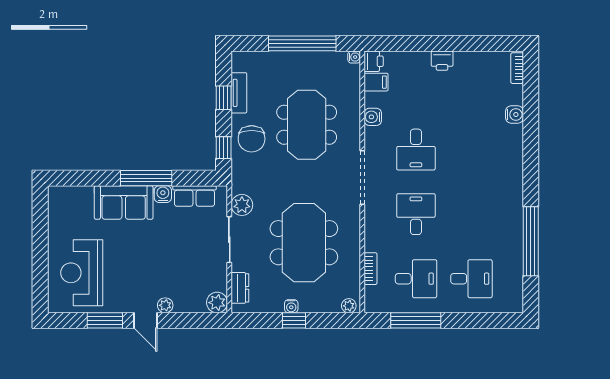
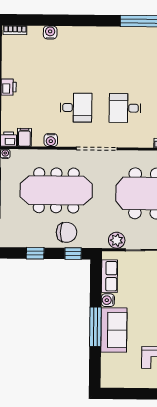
tv unit: (239, 93) -> (31, 242), removed
meeting table: (307, 125) -> (56, 190), width x1.36
window: (146, 178) -> (95, 327), moved

